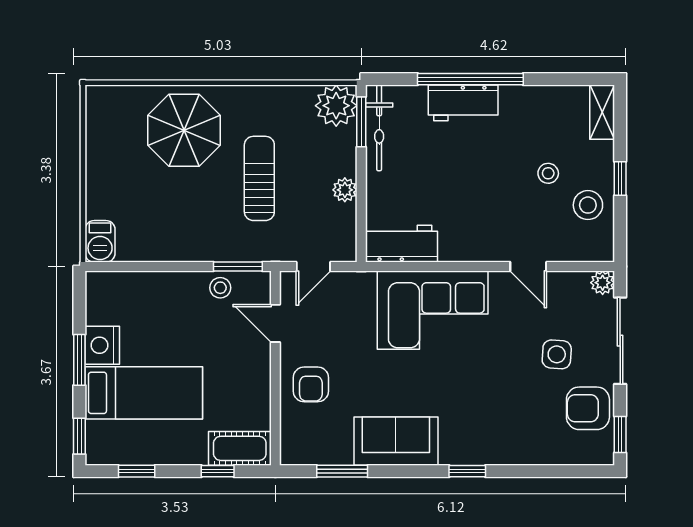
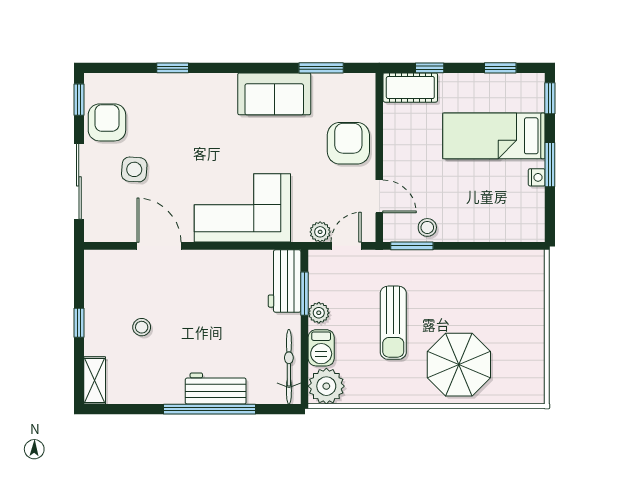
window: (361, 122) -> (304, 294), moved
stool: (588, 205) -> (107, 299), removed
barbecue: (100, 241) -> (321, 348), moved, turned 180
workbench: (401, 244) -> (285, 281), moved, turned 90
door: (528, 267) -> (159, 246), width x1.38
plant: (603, 283) -> (320, 232), moved
nightstand: (102, 345) -> (537, 177), width x0.53, depth x0.56
armchair: (311, 384) -> (348, 143), width x1.38, depth x1.38
armchair: (588, 408) -> (107, 122), turned -90
window: (467, 471) -> (173, 68), moved

